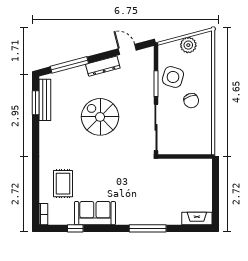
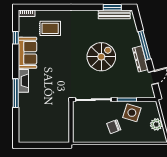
window: (69, 65) -> (144, 45), moved
fireplace: (197, 219) -> (23, 81), moved

